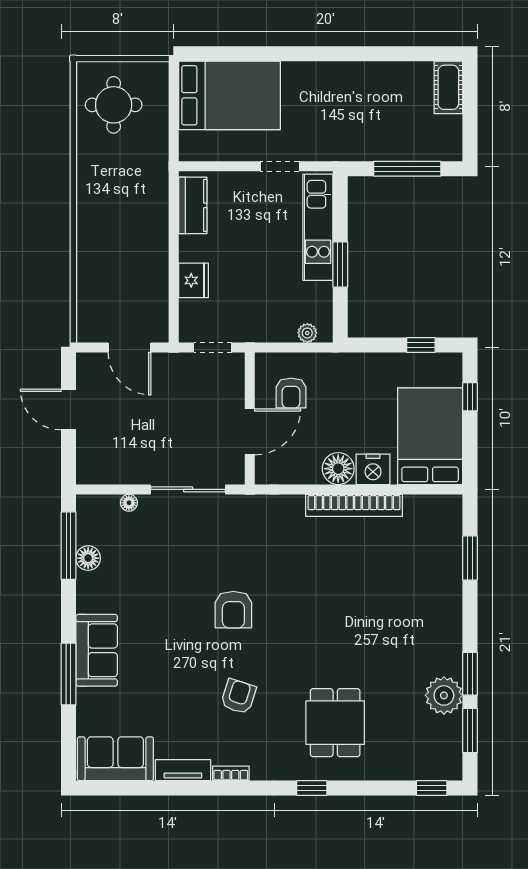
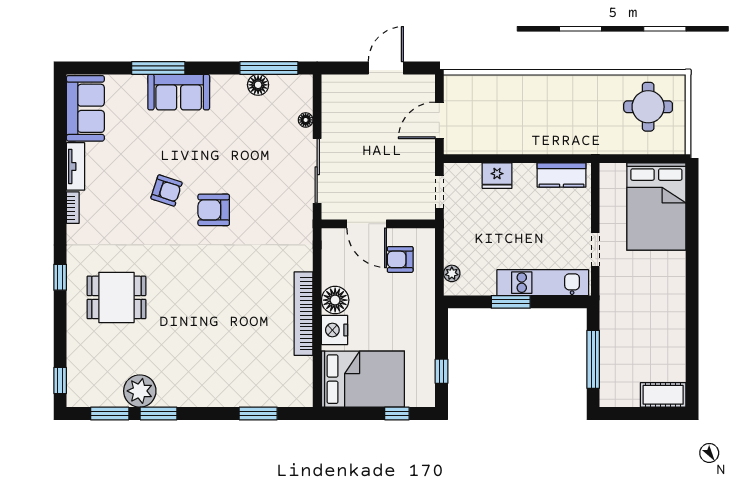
armchair: (238, 696) -> (167, 190), moved

